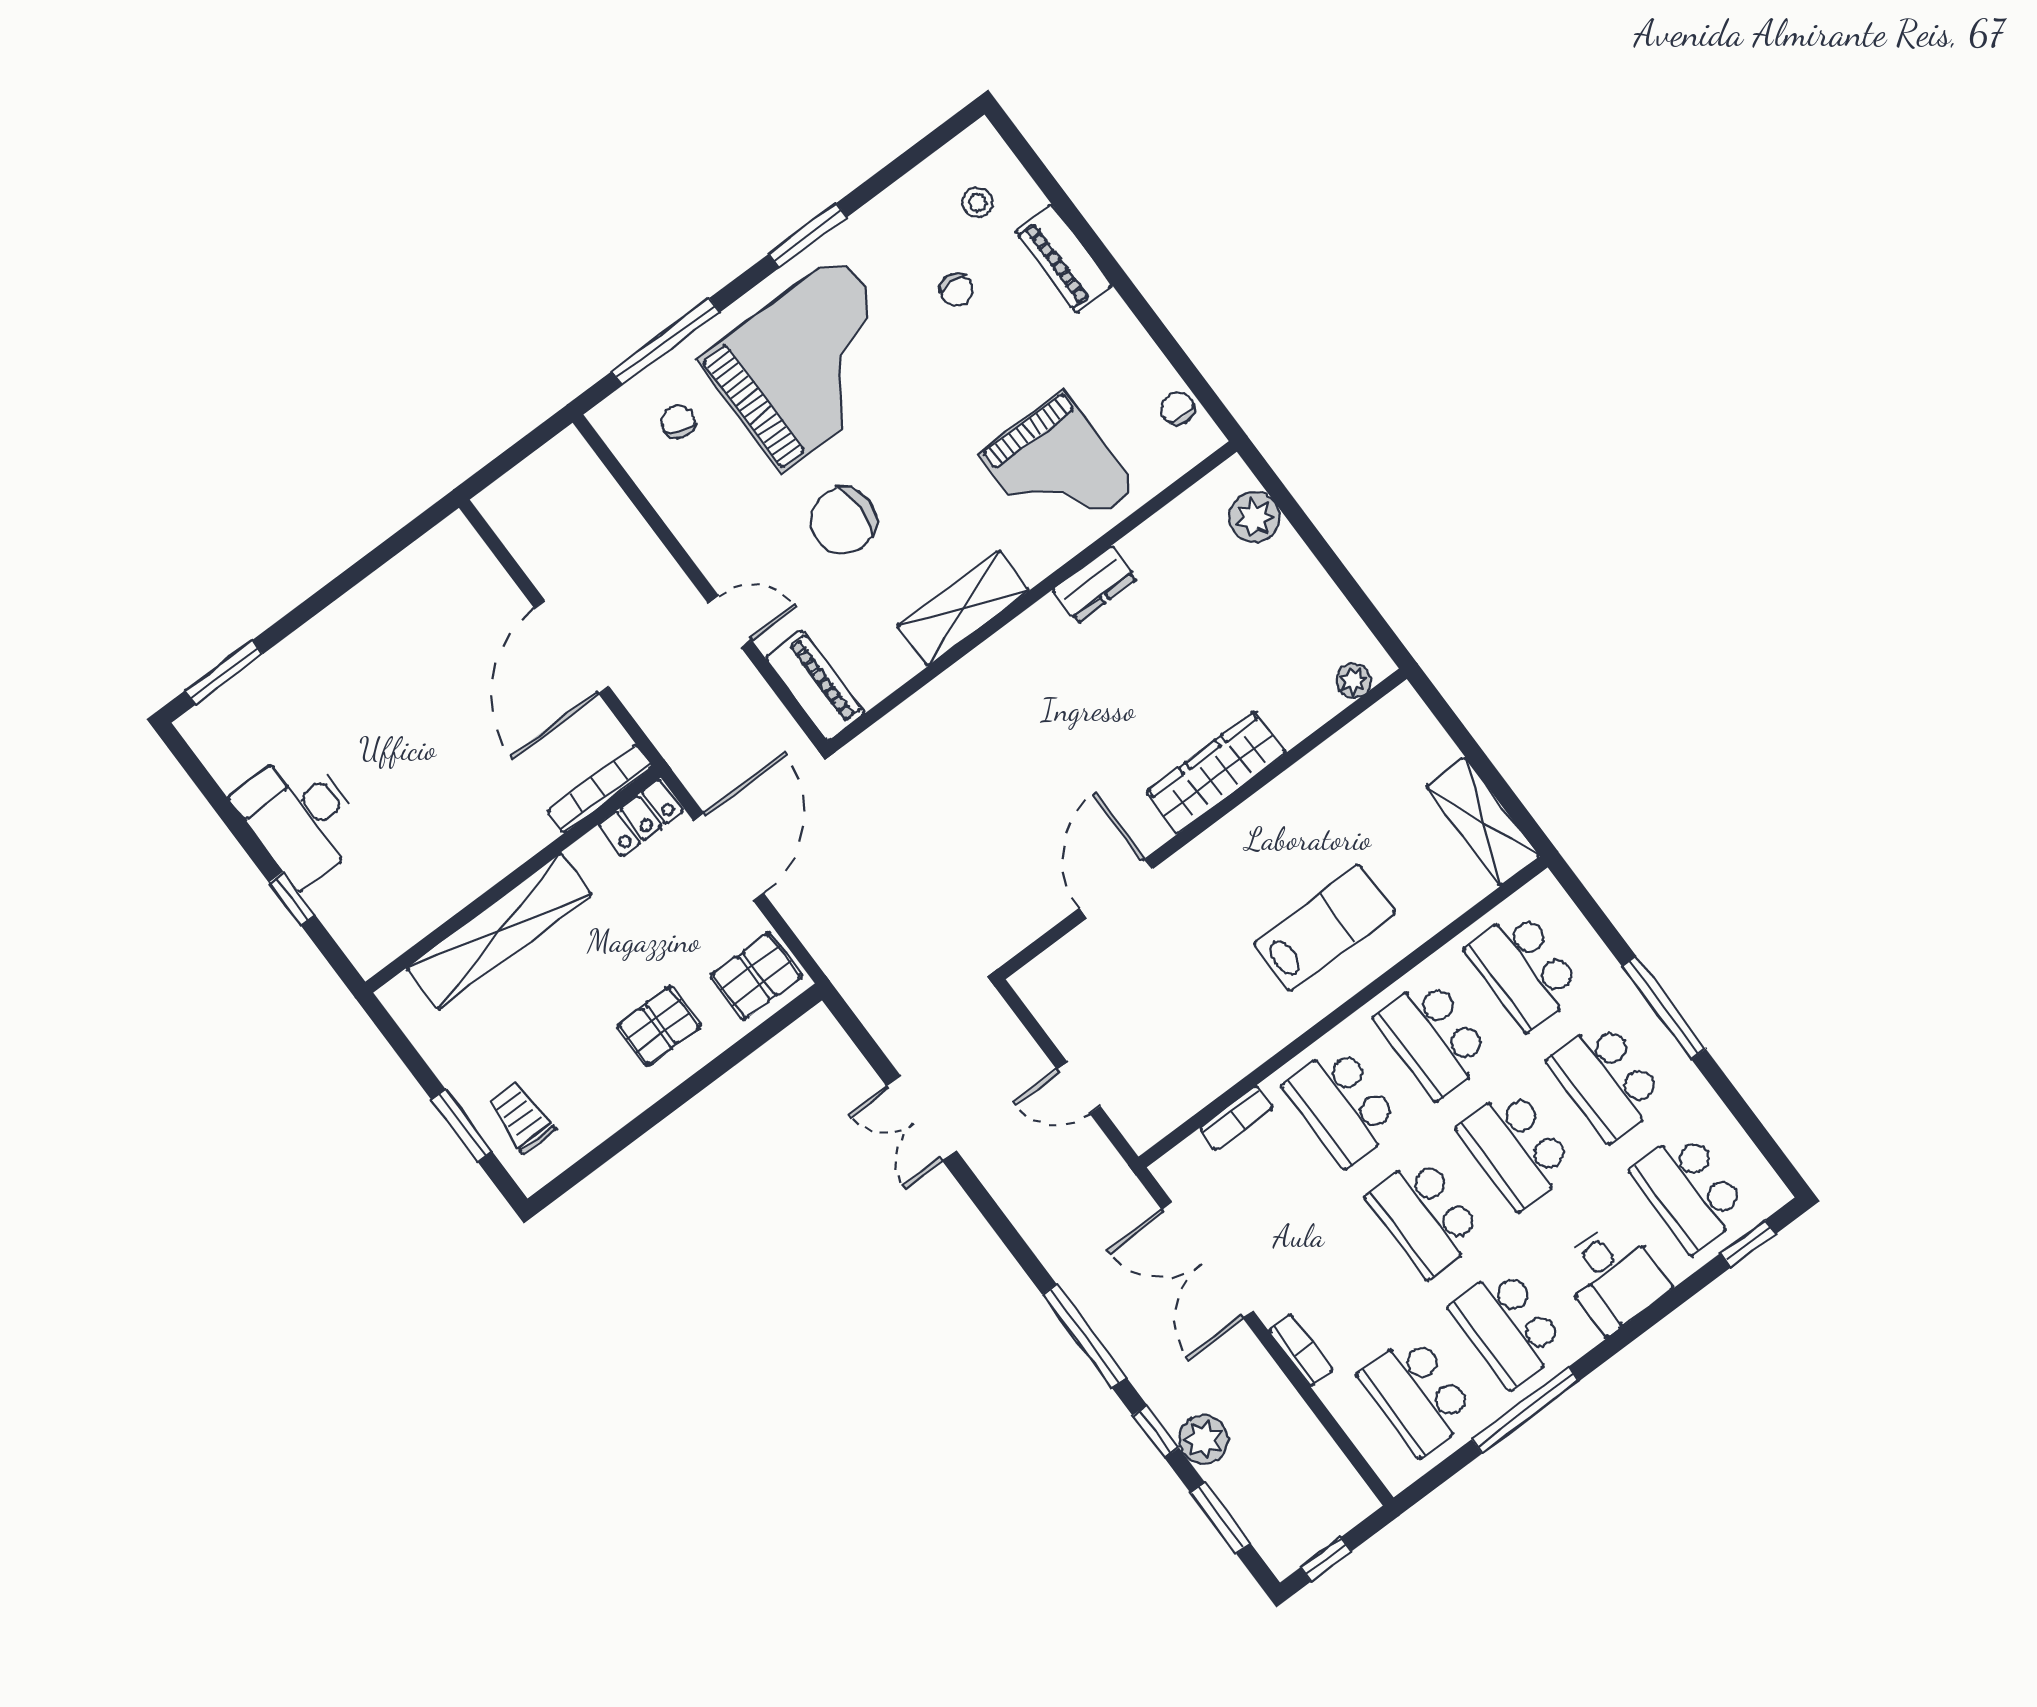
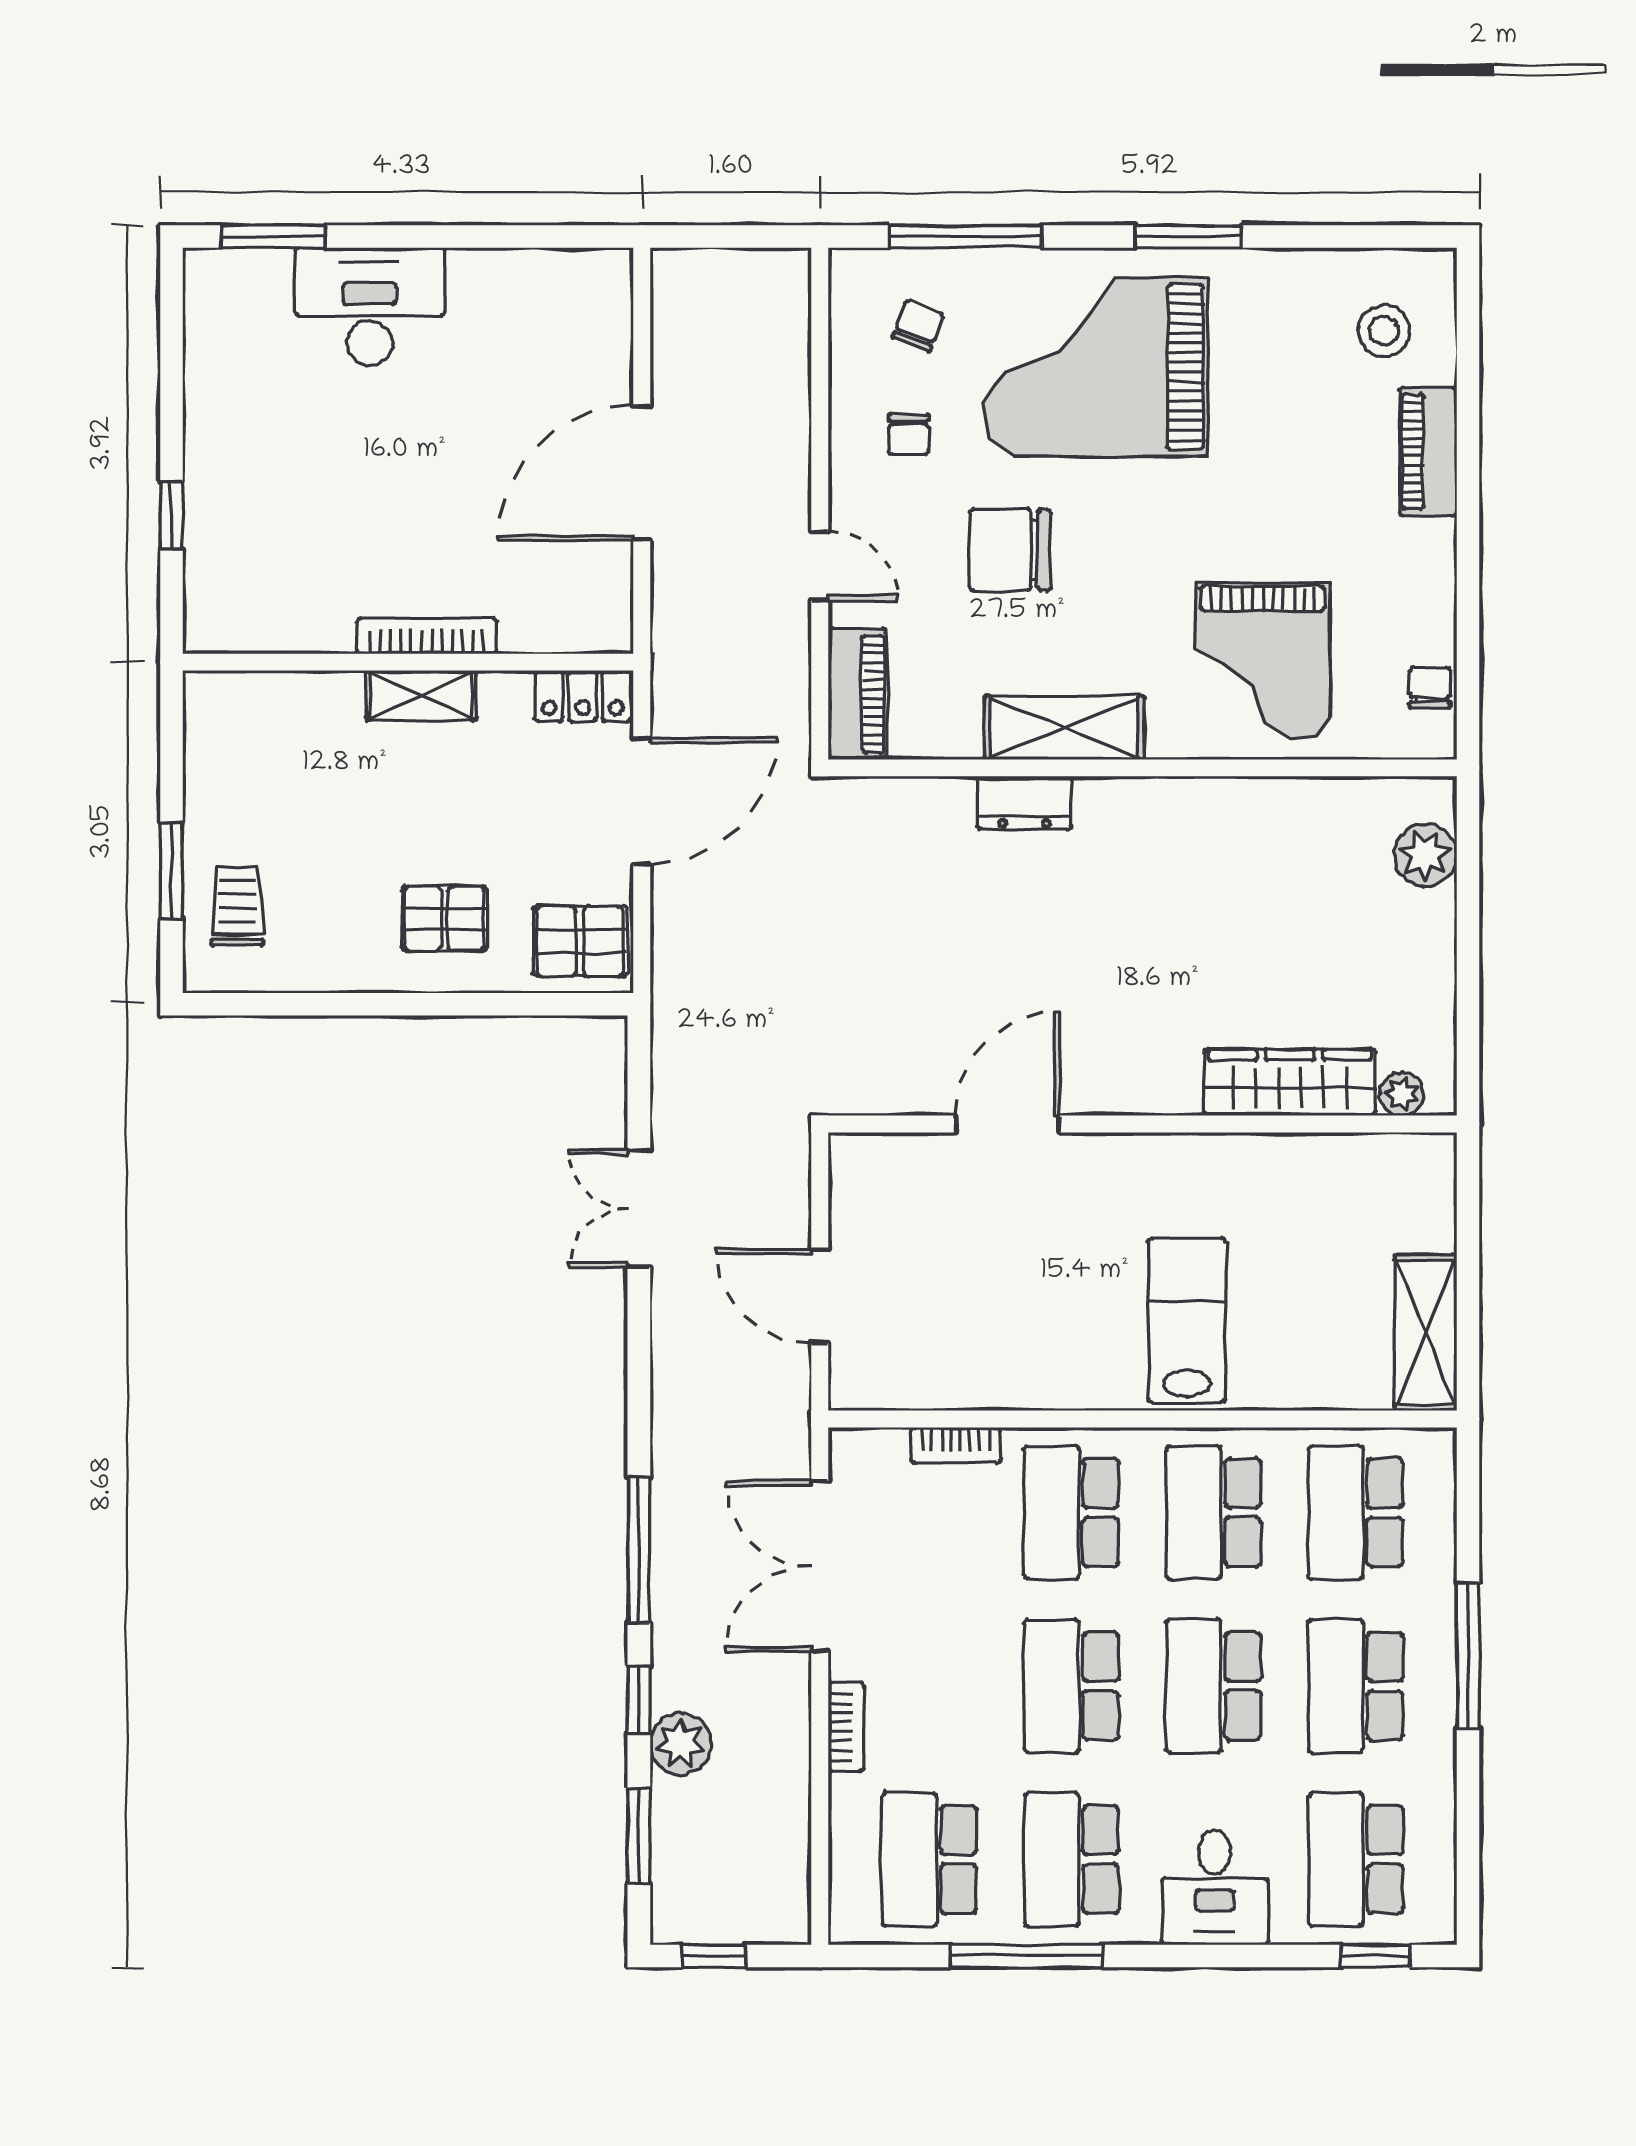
stool: (978, 202) -> (1384, 331), width x1.37, depth x1.37
chair: (957, 290) -> (909, 434), moved
grand piano: (811, 363) -> (1095, 367), turned 180
dresser: (1095, 584) -> (1025, 803), moved
wardrobe: (1216, 772) -> (1290, 1082), moved
bookcase: (600, 789) -> (426, 636), moved
desk: (301, 817) -> (370, 307), moved, turned 90
lab bench: (1325, 928) -> (1187, 1321), turned -90
shelving: (499, 931) -> (421, 695), width x0.45, depth x0.75
door: (1079, 1088) -> (820, 1296), width x1.38

